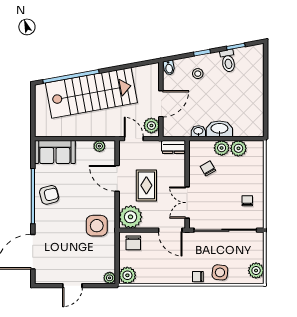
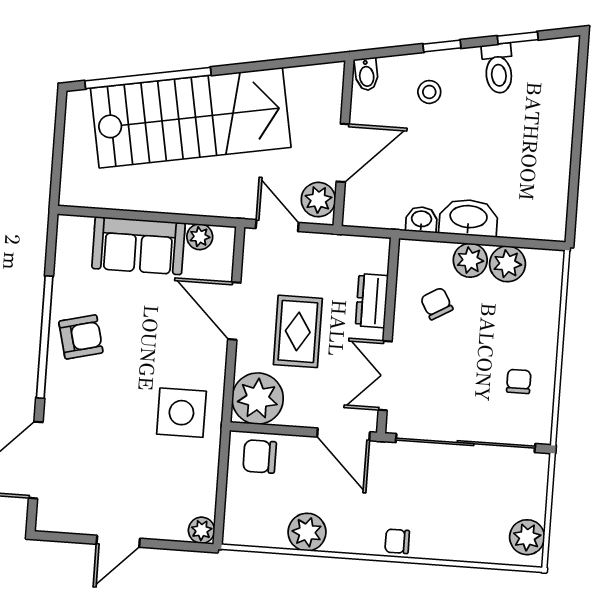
dresser: (174, 147) -> (372, 301), moved, turned 90
sofa: (55, 152) -> (138, 246), moved
chair: (133, 243) -> (260, 456), turned 90
side table: (220, 272) -> (447, 536), removed
plant: (127, 275) -> (307, 532), moved

